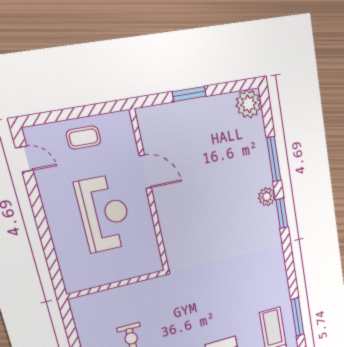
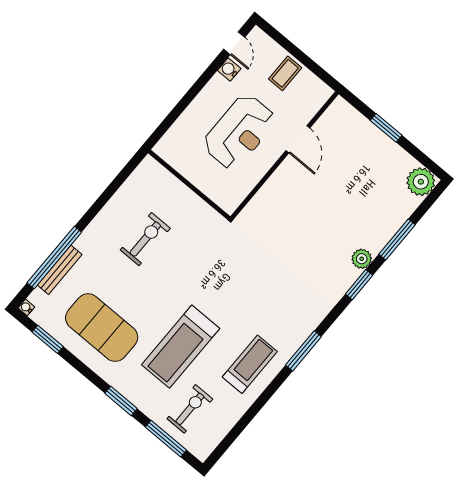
coffee table: (84, 138) -> (285, 73), turned 90
water cooler: (45, 181) -> (229, 70), added
window: (297, 317) -> (303, 351), moved

